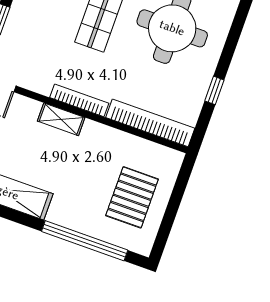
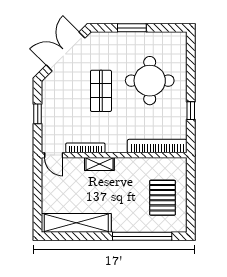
bookcase: (79, 100) -> (85, 148), moved

